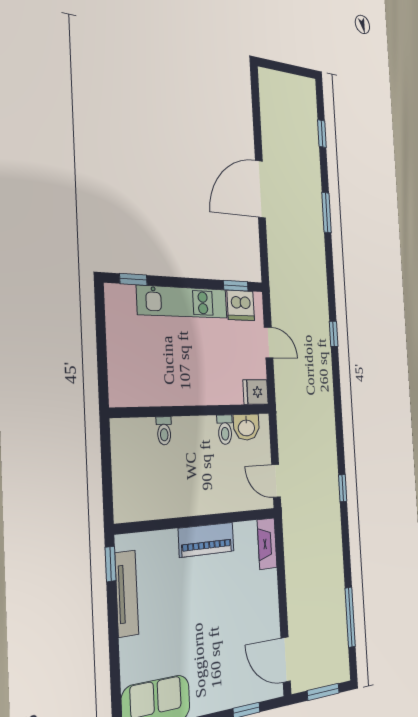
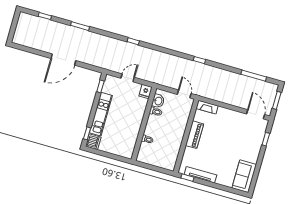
door: (260, 189) -> (63, 60), hinge flipped
dishwasher: (241, 305) -> (93, 142), moved
door: (276, 481) -> (184, 94), swing flipped
door: (286, 660) -> (256, 114), swing flipped

